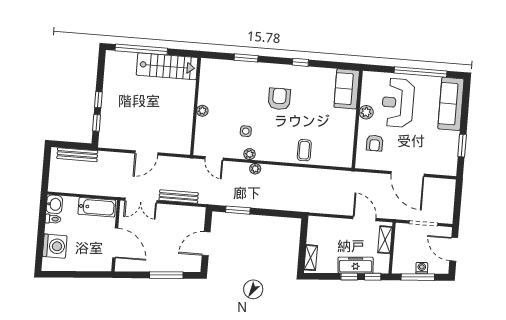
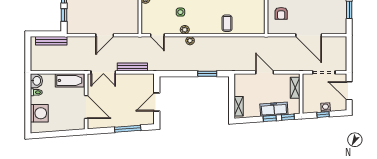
window: (238, 210) -> (207, 74), moved
door: (365, 219) -> (265, 72), moved
window: (418, 277) -> (323, 115), width x0.46

